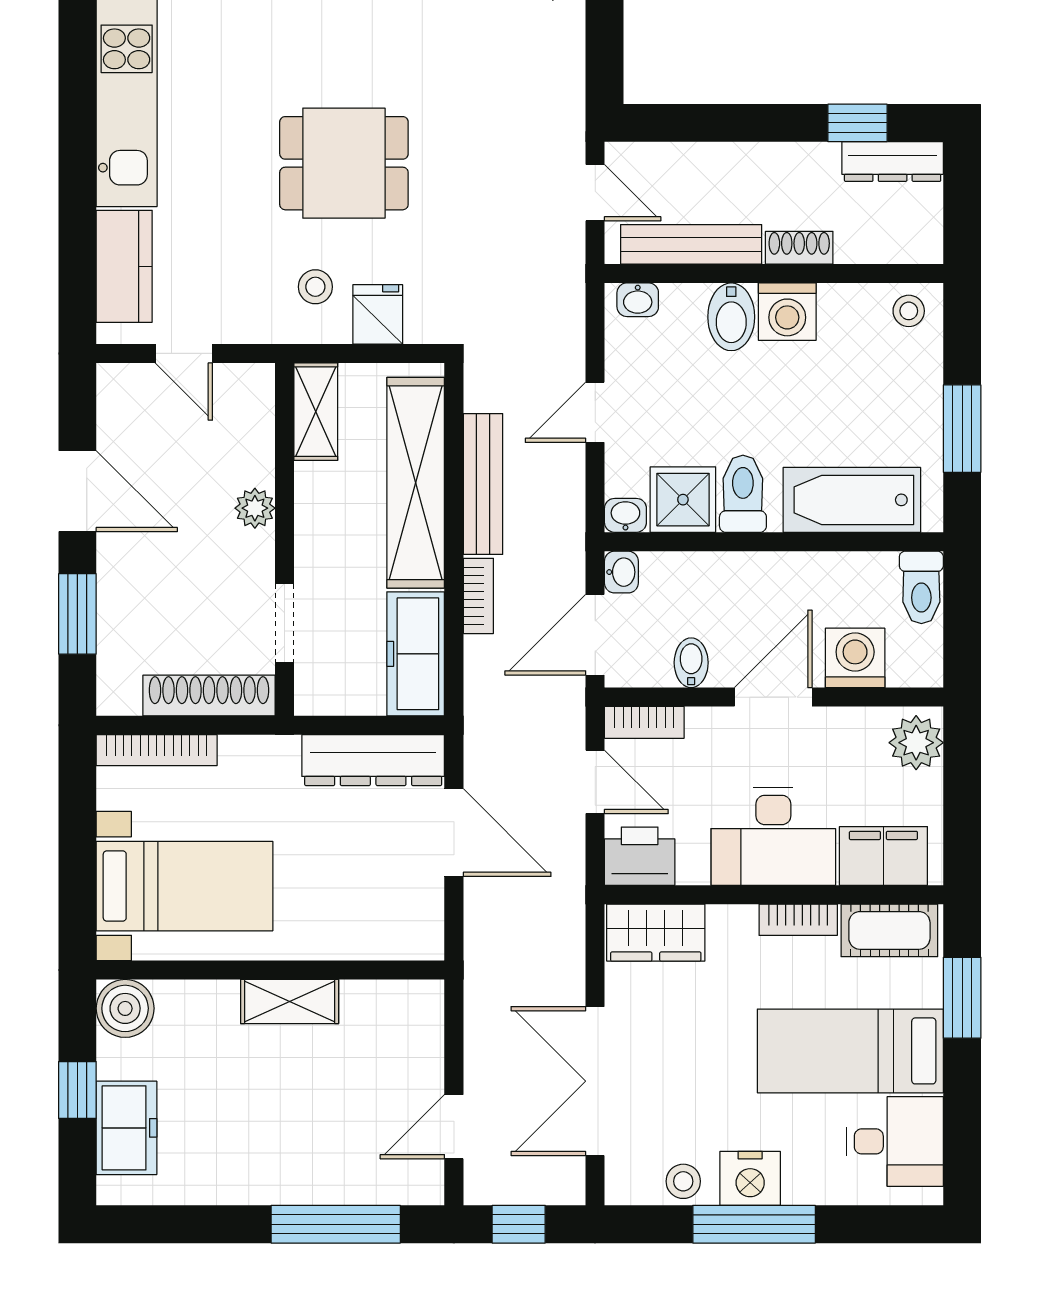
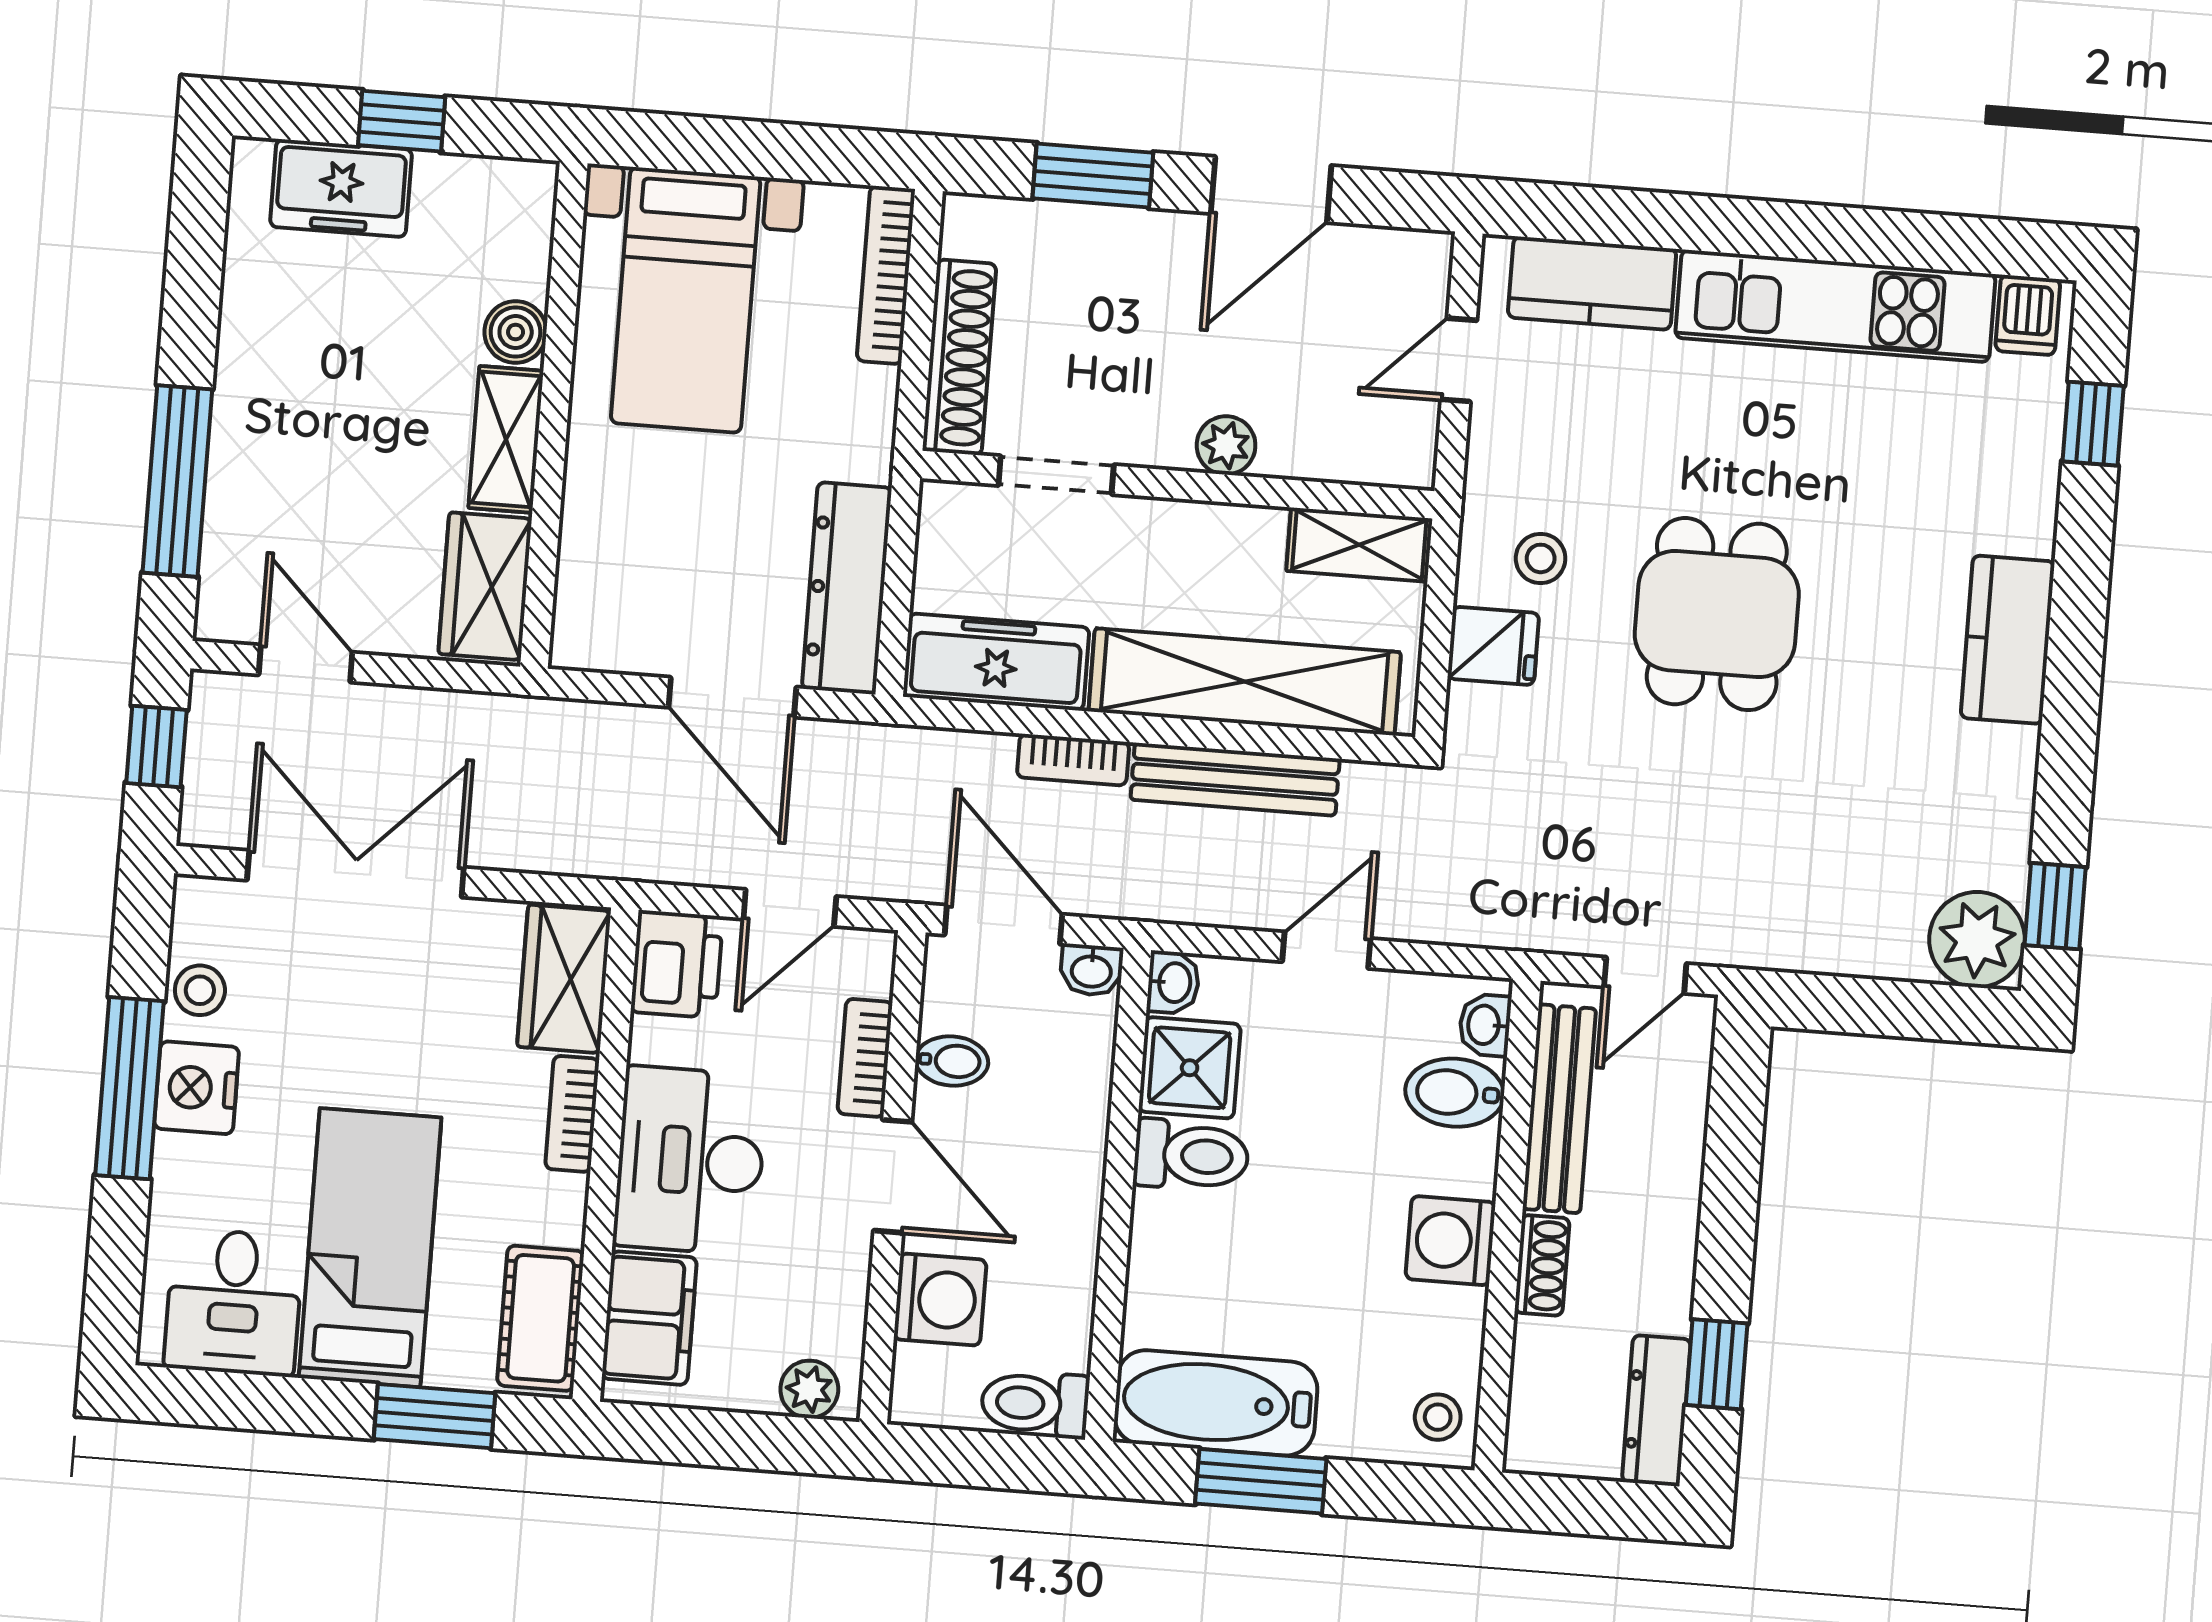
bidet: (731, 317) -> (1455, 1093), moved
door: (595, 412) -> (1326, 950), hinge flipped
bathtub: (852, 500) -> (1216, 1403), moved, turned -90
bookcase: (644, 722) -> (865, 1058), moved
plant: (916, 743) -> (809, 1389), width x0.73, depth x0.73
door: (454, 833) -> (732, 697), hinge flipped
bookcase: (798, 920) -> (572, 1114), moved
boiler: (125, 1008) -> (516, 332), moved, width x0.73, depth x0.73
wardrobe: (391, 1008) -> (485, 586), added

